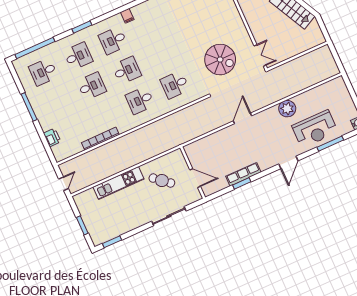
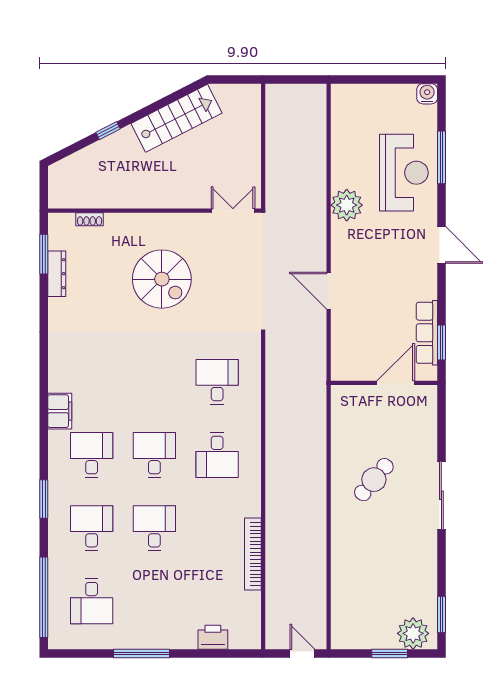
filing cabinet: (127, 16) -> (60, 411), width x2.00
desk: (113, 40) -> (92, 455), turned 180
spiral stairs: (220, 60) -> (162, 279), moved, turned 90
desk: (175, 85) -> (217, 382), turned 180
wall: (193, 173) -> (384, 383), moved
door: (195, 178) -> (396, 383), moved
kitchen unit: (118, 183) -> (344, 557), removed
plant: (97, 232) -> (413, 633), added

